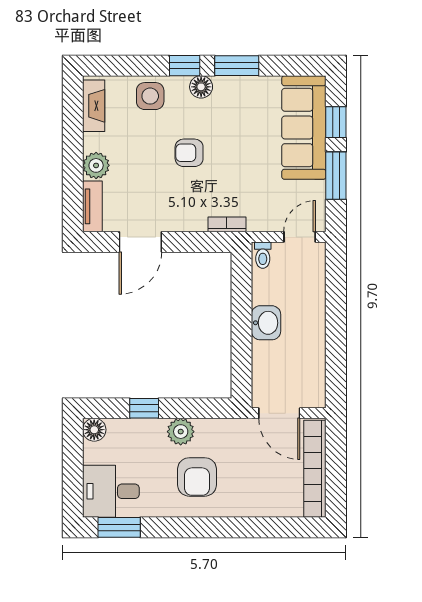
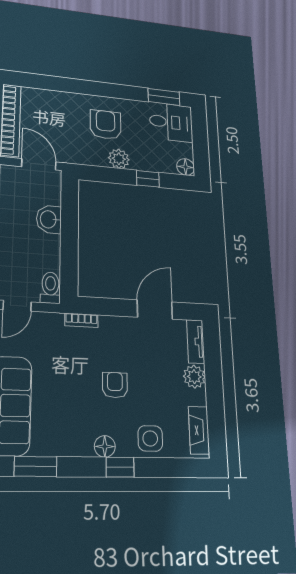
window: (237, 66) -> (36, 466), moved
armchair: (189, 153) -> (115, 385), turned -90
toilet: (263, 255) -> (50, 288), width x1.37, depth x1.39
washbasin: (266, 323) -> (49, 219), moved

